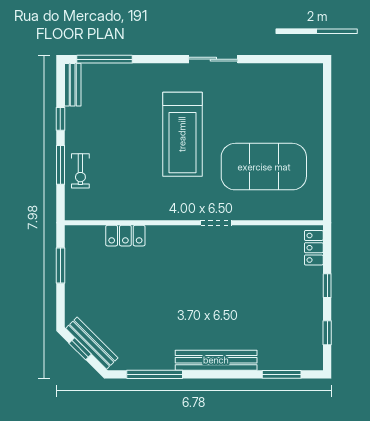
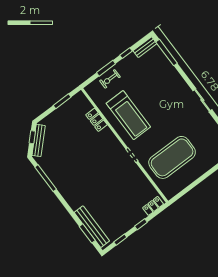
treadmill: (182, 134) -> (128, 115), moved, turned -90
exercise mat: (264, 167) -> (172, 157), turned 90
bench: (216, 360) -> (92, 227), moved

